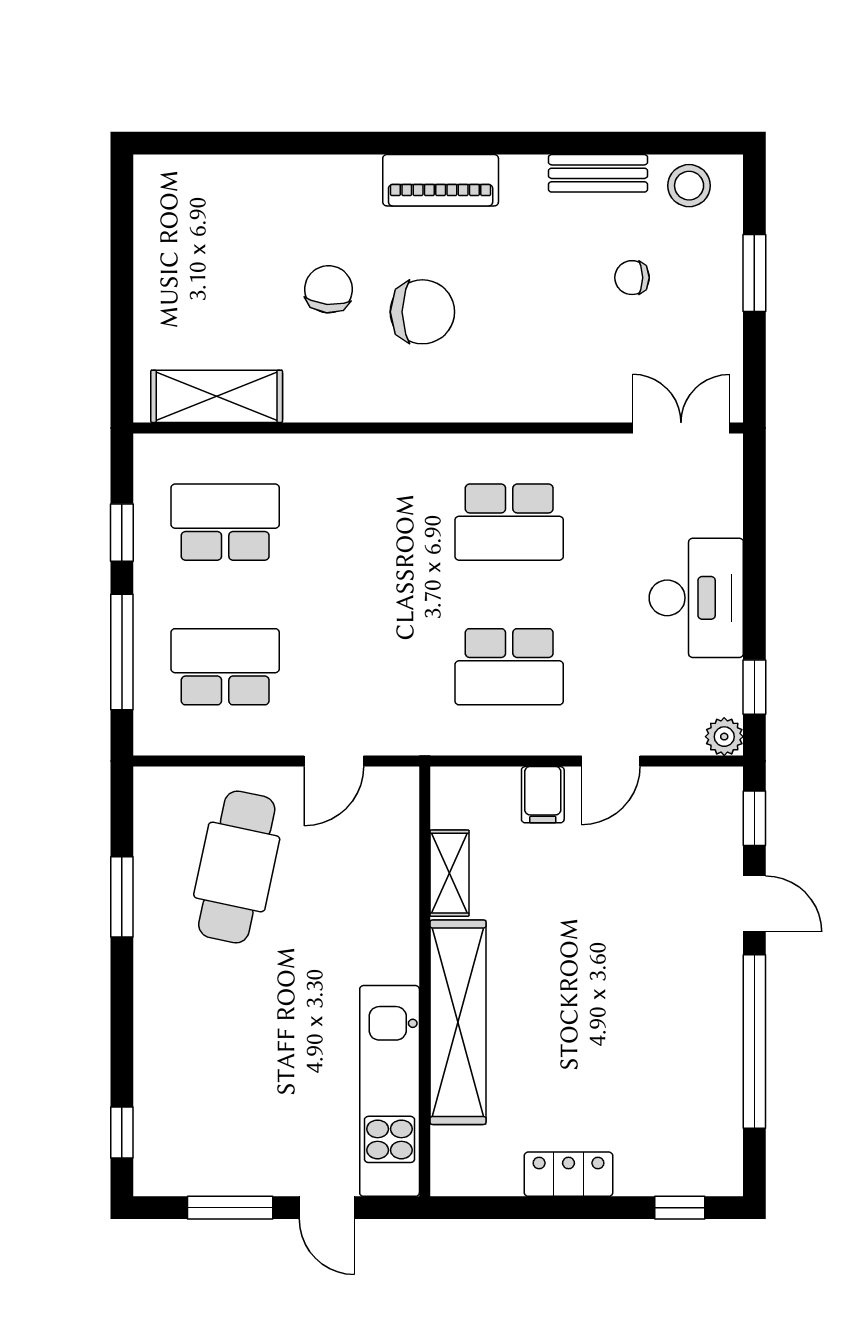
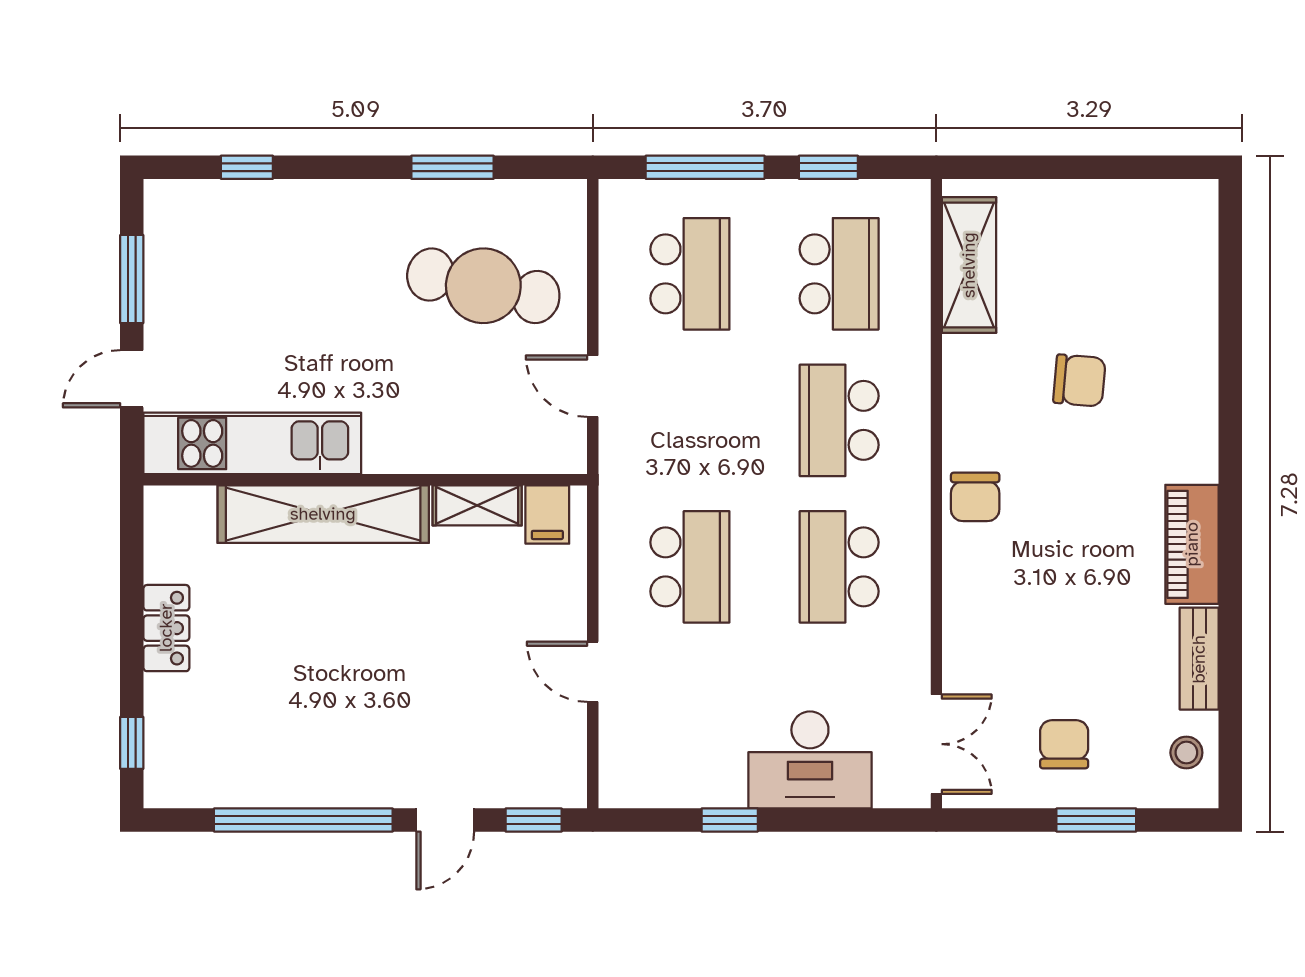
piano: (441, 180) -> (1192, 544), moved
stool: (689, 186) -> (1186, 753), width x0.73, depth x0.73
chair: (632, 278) -> (1064, 744), moved, width x1.37, depth x1.37
chair: (422, 312) -> (975, 497), moved, width x0.73, depth x0.73
school desk: (367, 522) -> (839, 420), added
desk: (696, 598) -> (810, 760), moved
school desk: (509, 667) -> (690, 567), turned 180
window: (754, 687) -> (730, 820), moved
plant: (724, 737) -> (618, 789), removed
filing cabinet: (543, 795) -> (547, 514), moved, turned -90
window: (122, 1133) -> (247, 167), moved

